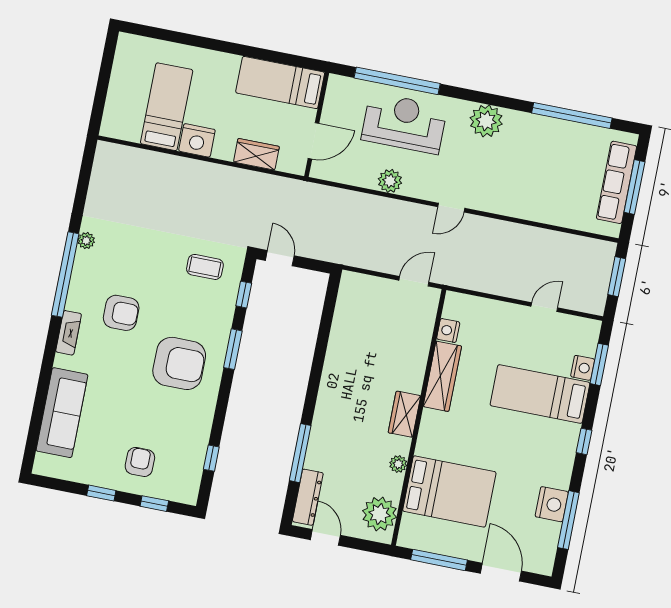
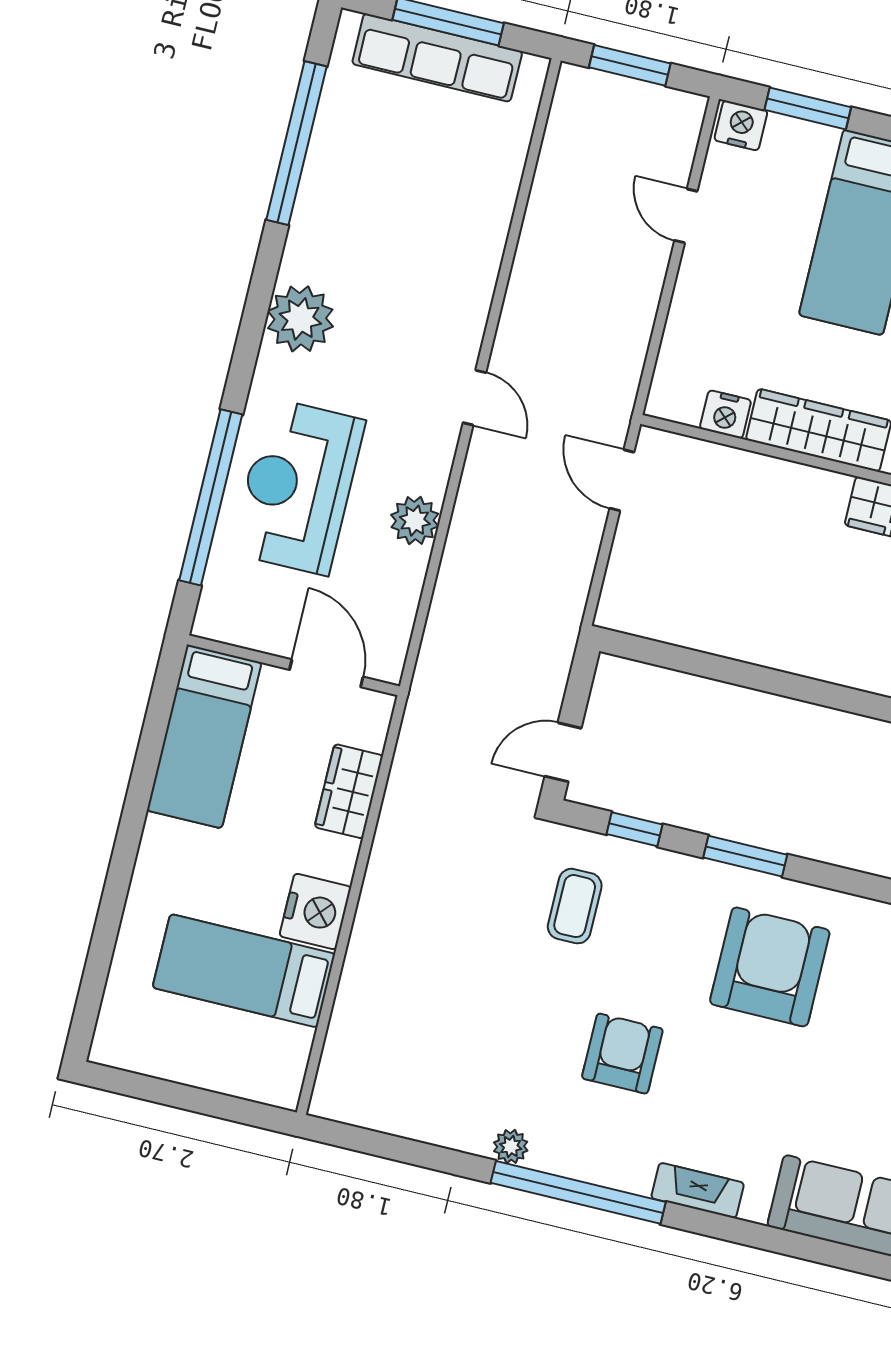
armchair: (121, 313) -> (622, 1054), moved
nightstand: (583, 368) -> (741, 125), moved

